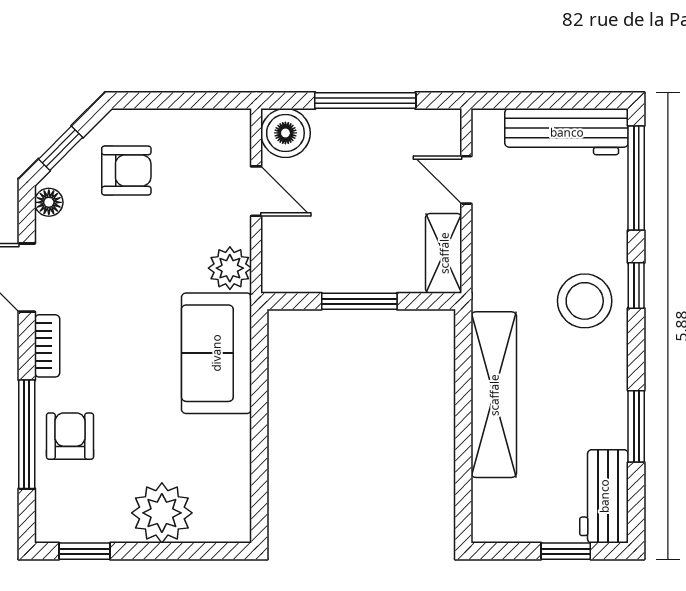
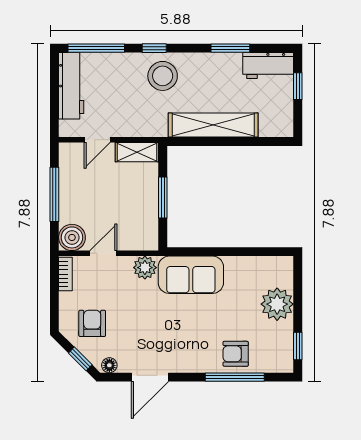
bookcase: (47, 346) -> (65, 274), moved, turned 90

